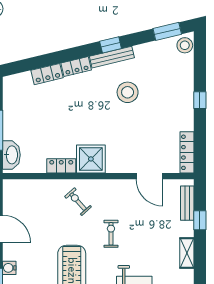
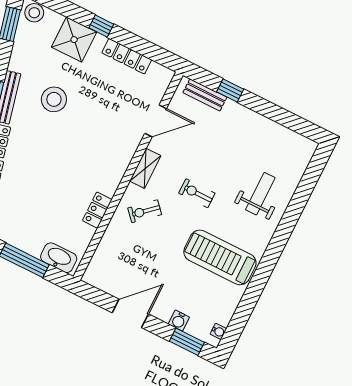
locker: (187, 152) -> (127, 56), moved
shower: (91, 159) -> (74, 40), moved
shelving: (187, 253) -> (145, 168), moved, turned 90

